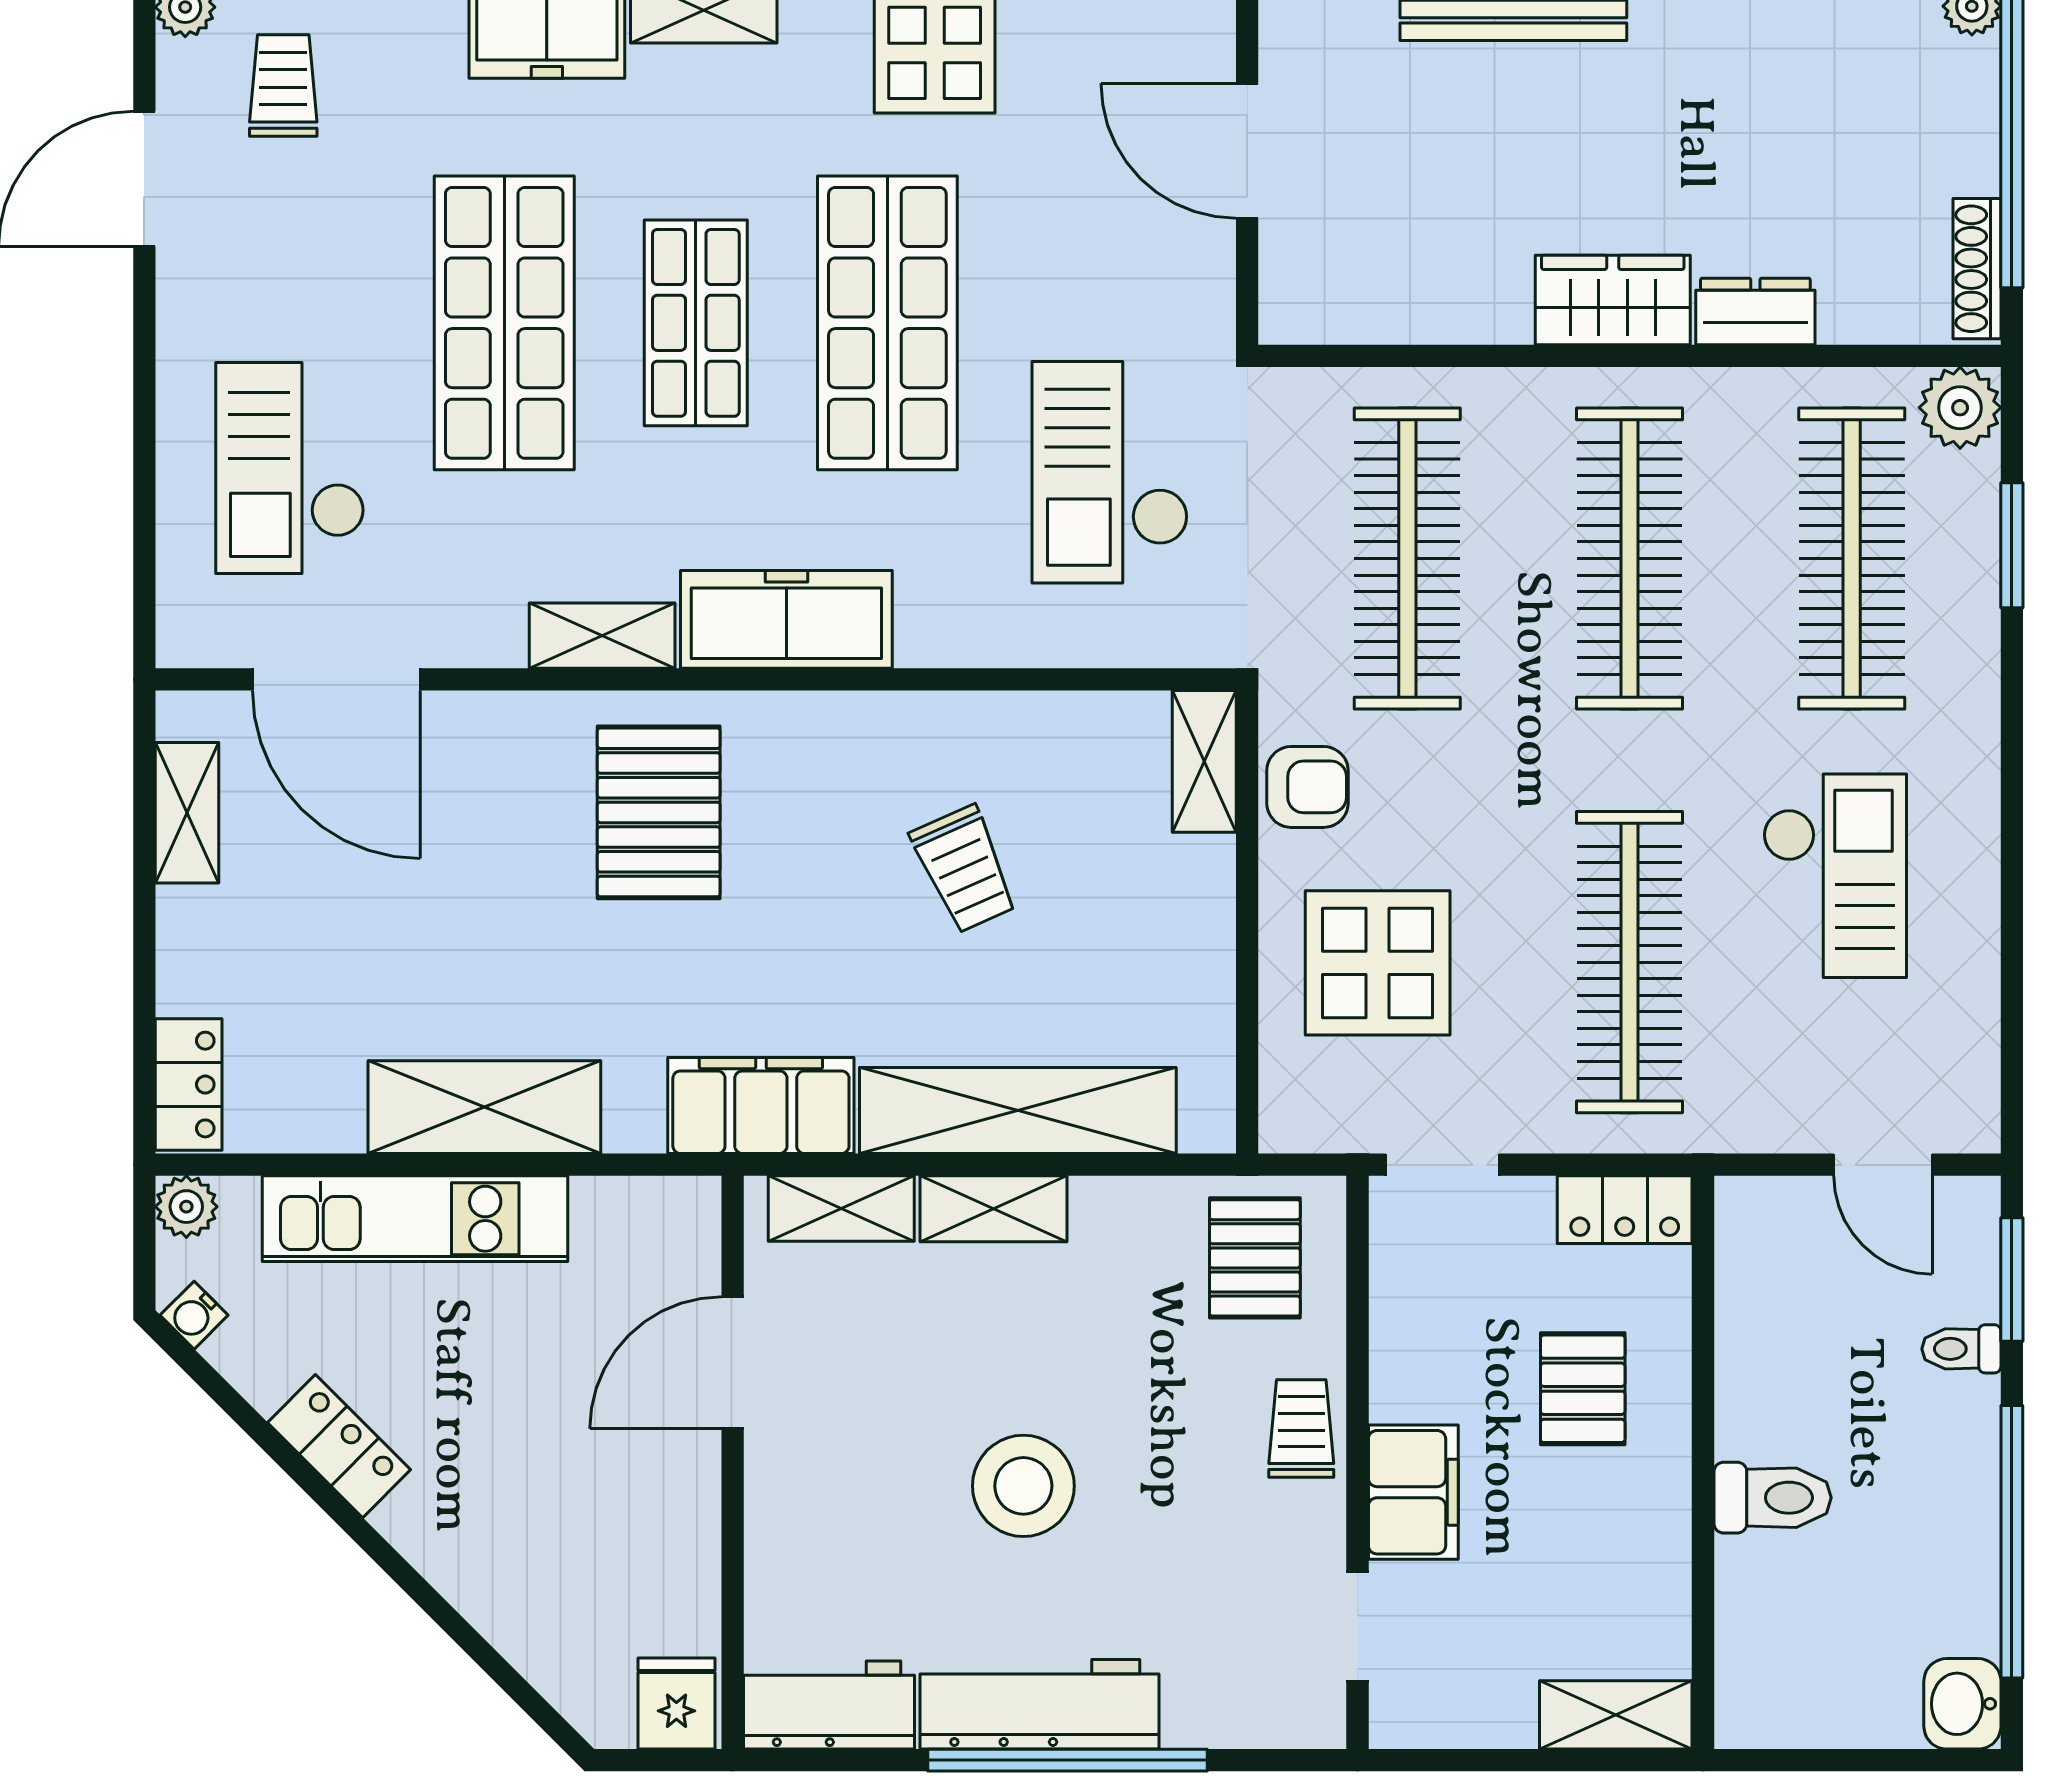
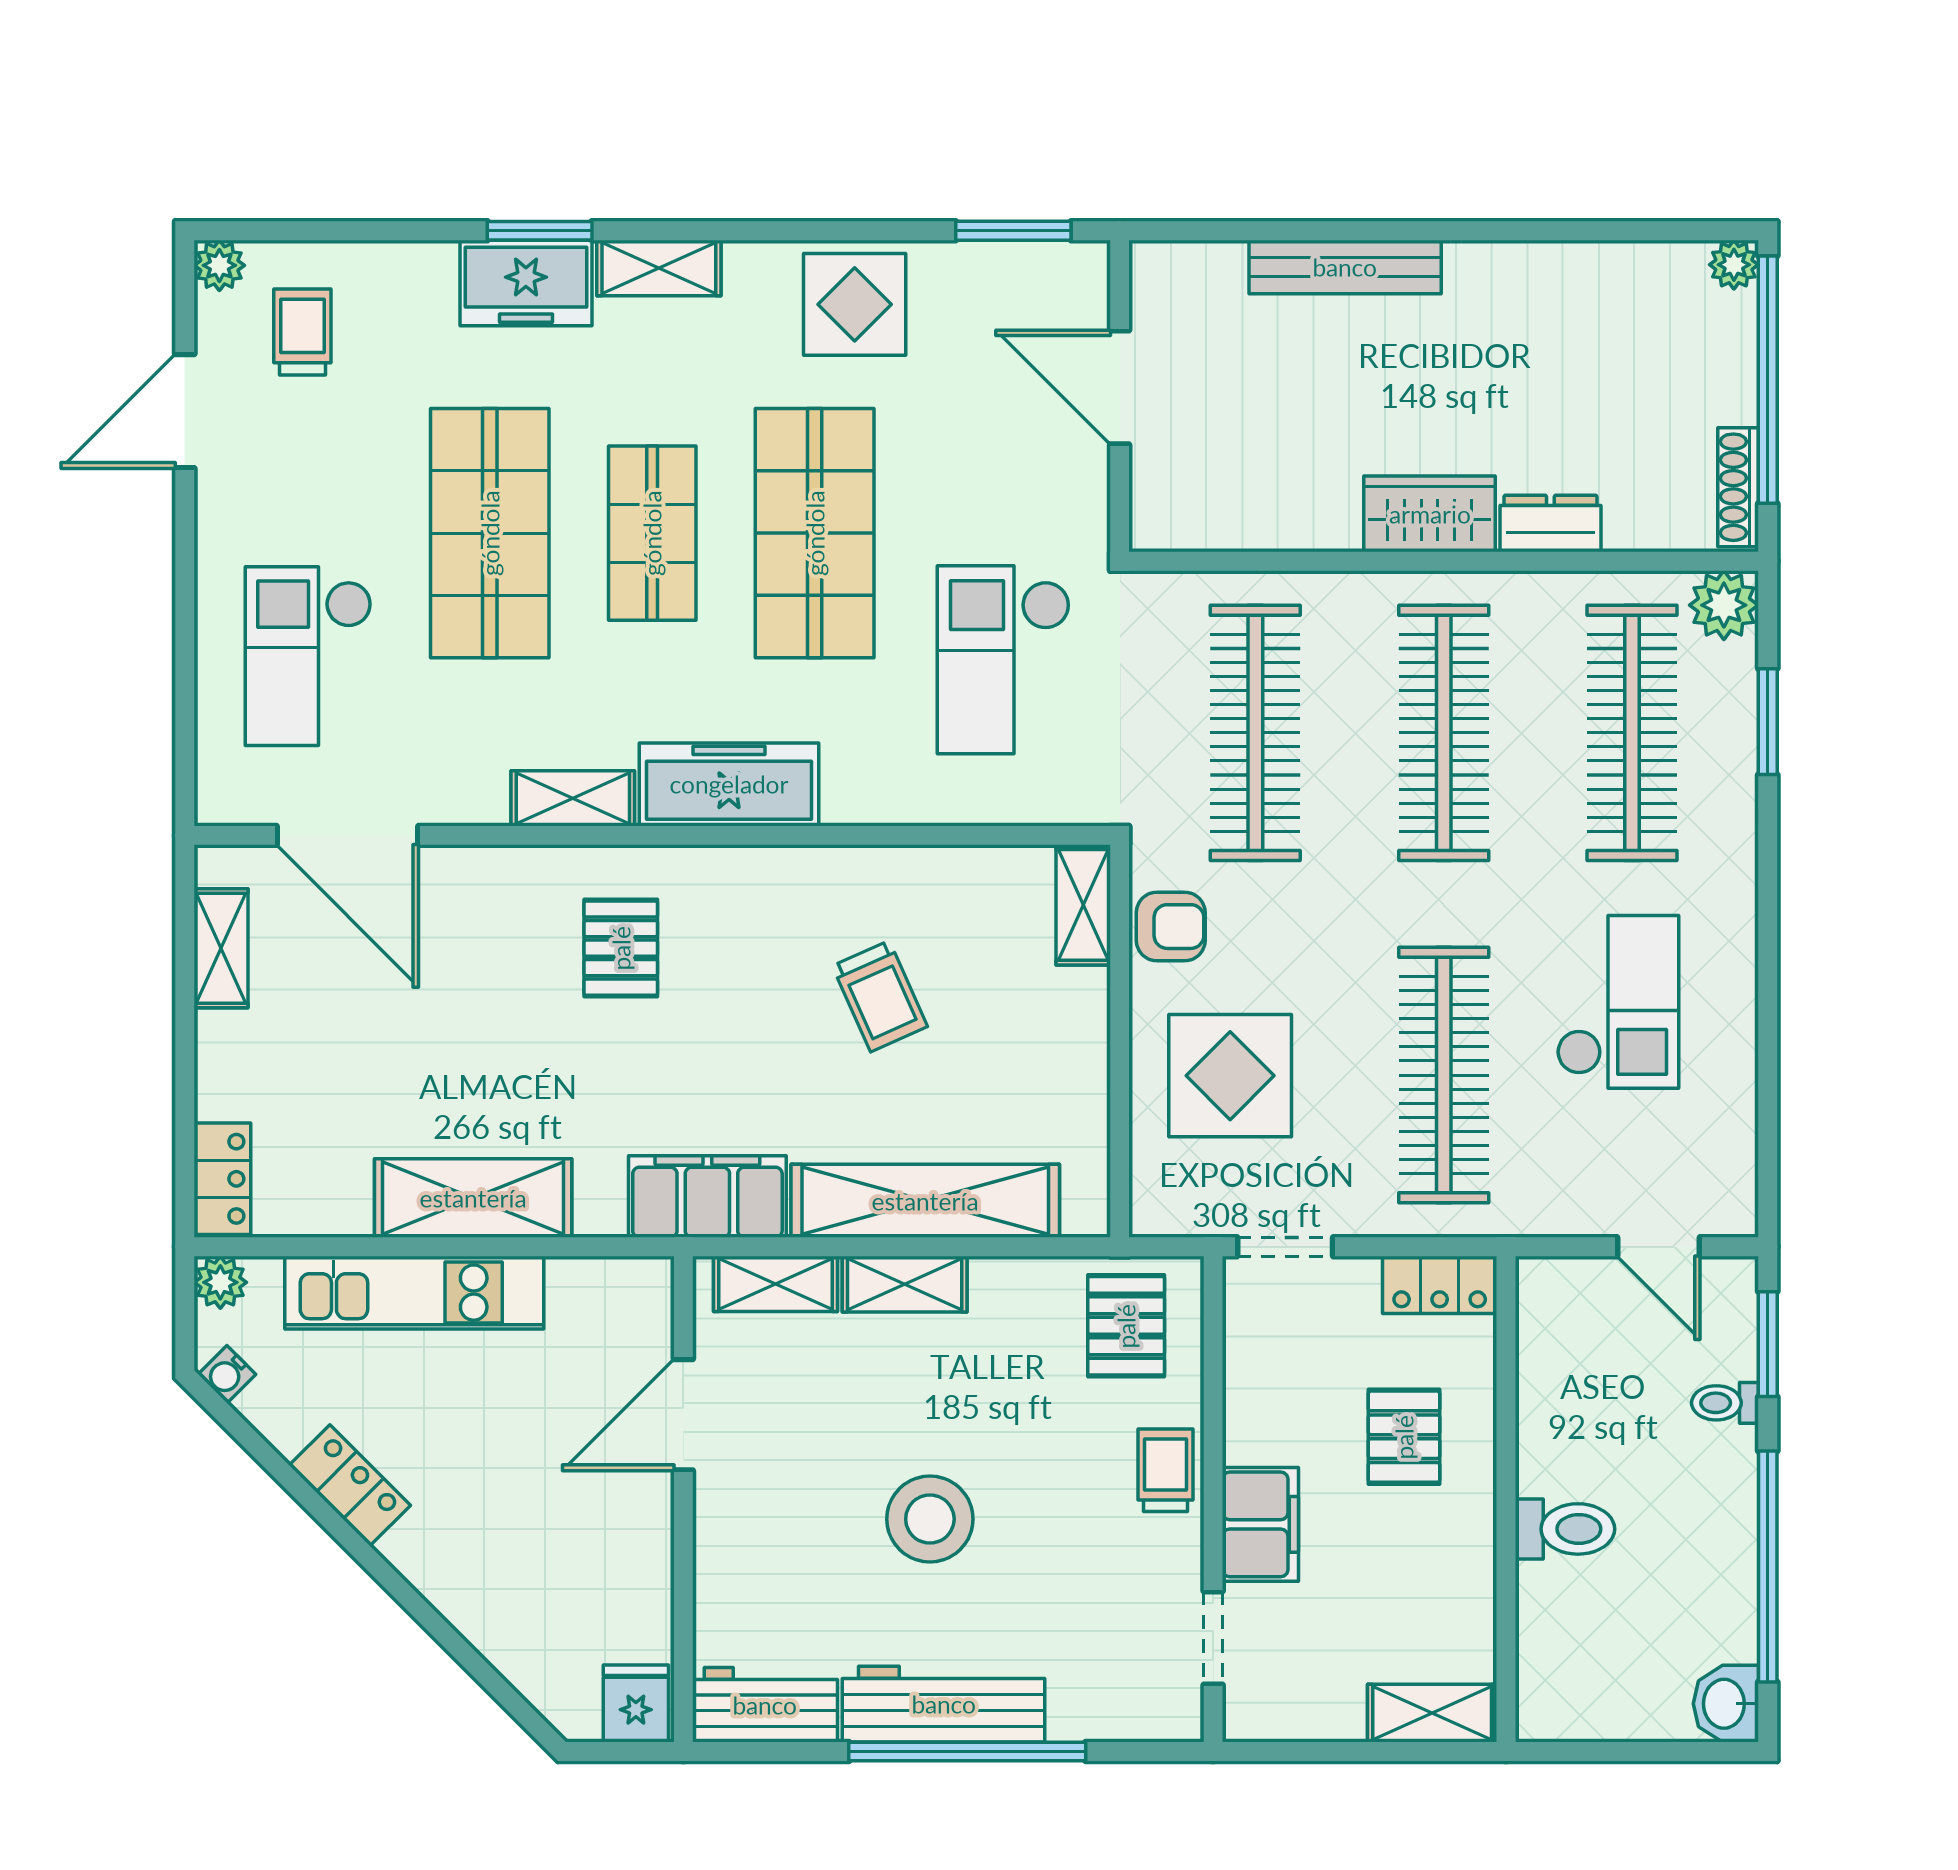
pallet: (659, 812) -> (621, 948), width x0.67, depth x0.71

